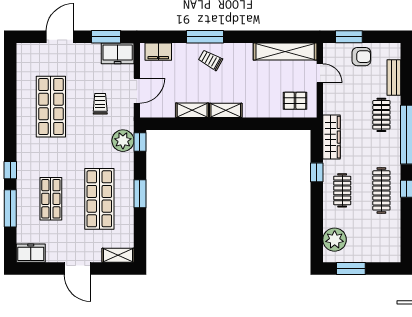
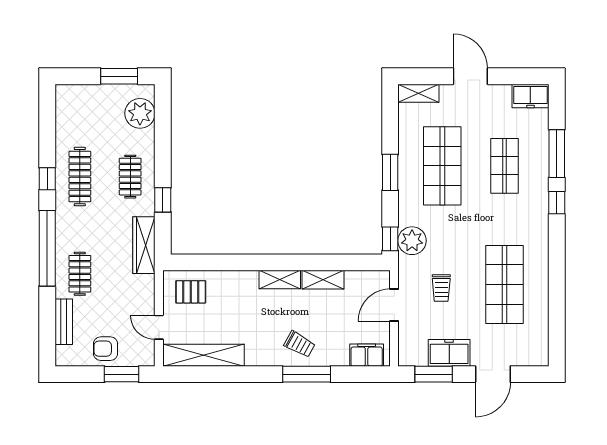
freezer: (118, 53) -> (449, 353), moved

